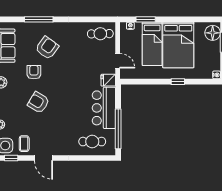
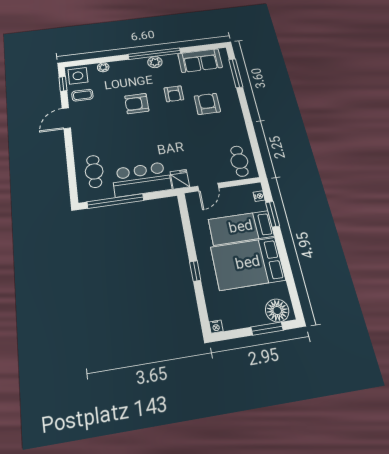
window: (39, 19) -> (236, 73), moved
armchair: (47, 48) -> (207, 104), turned -126
armchair: (34, 72) -> (174, 94), turned 90
armchair: (38, 102) -> (137, 104), turned -121

